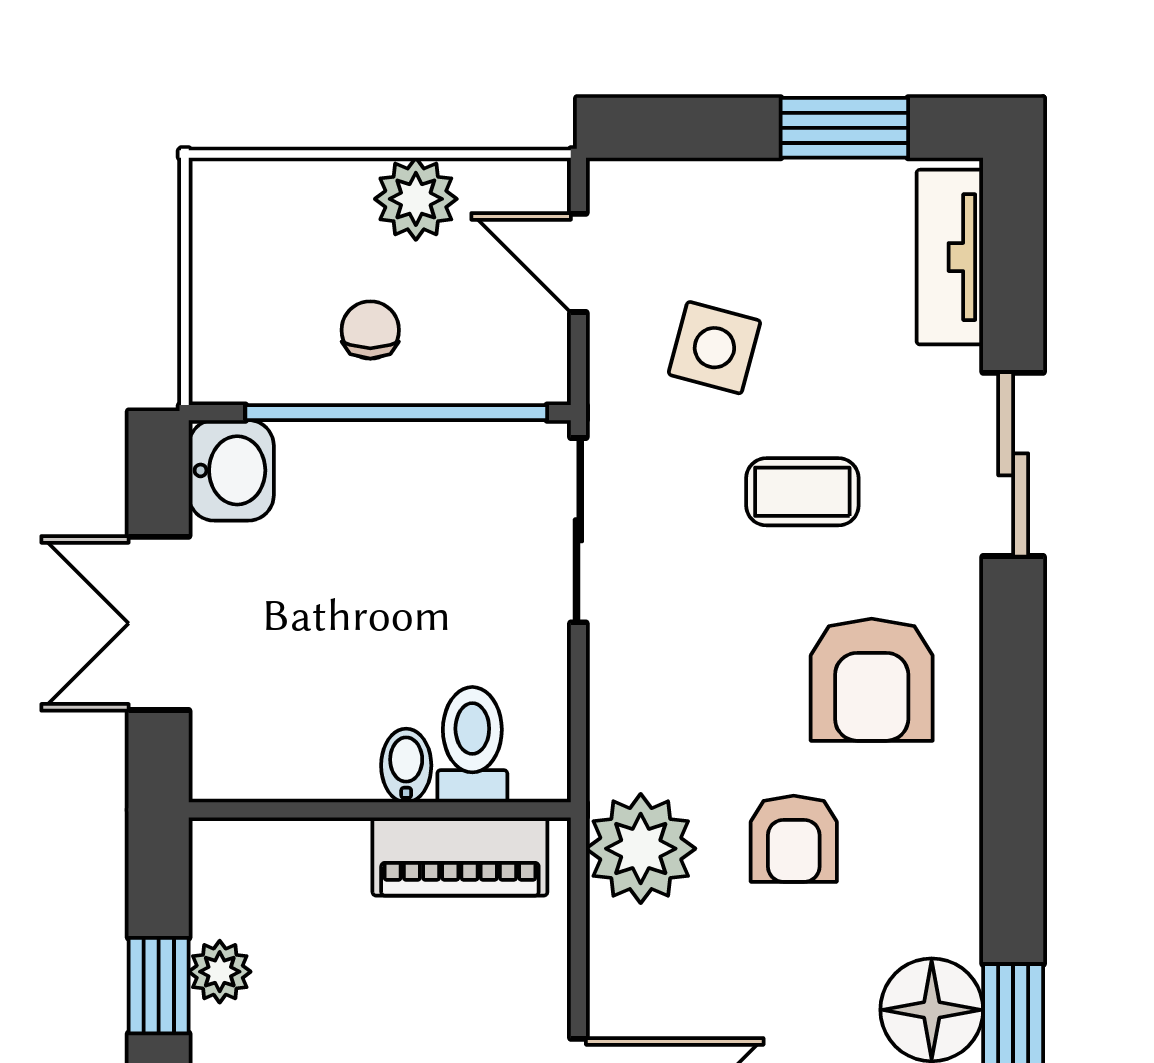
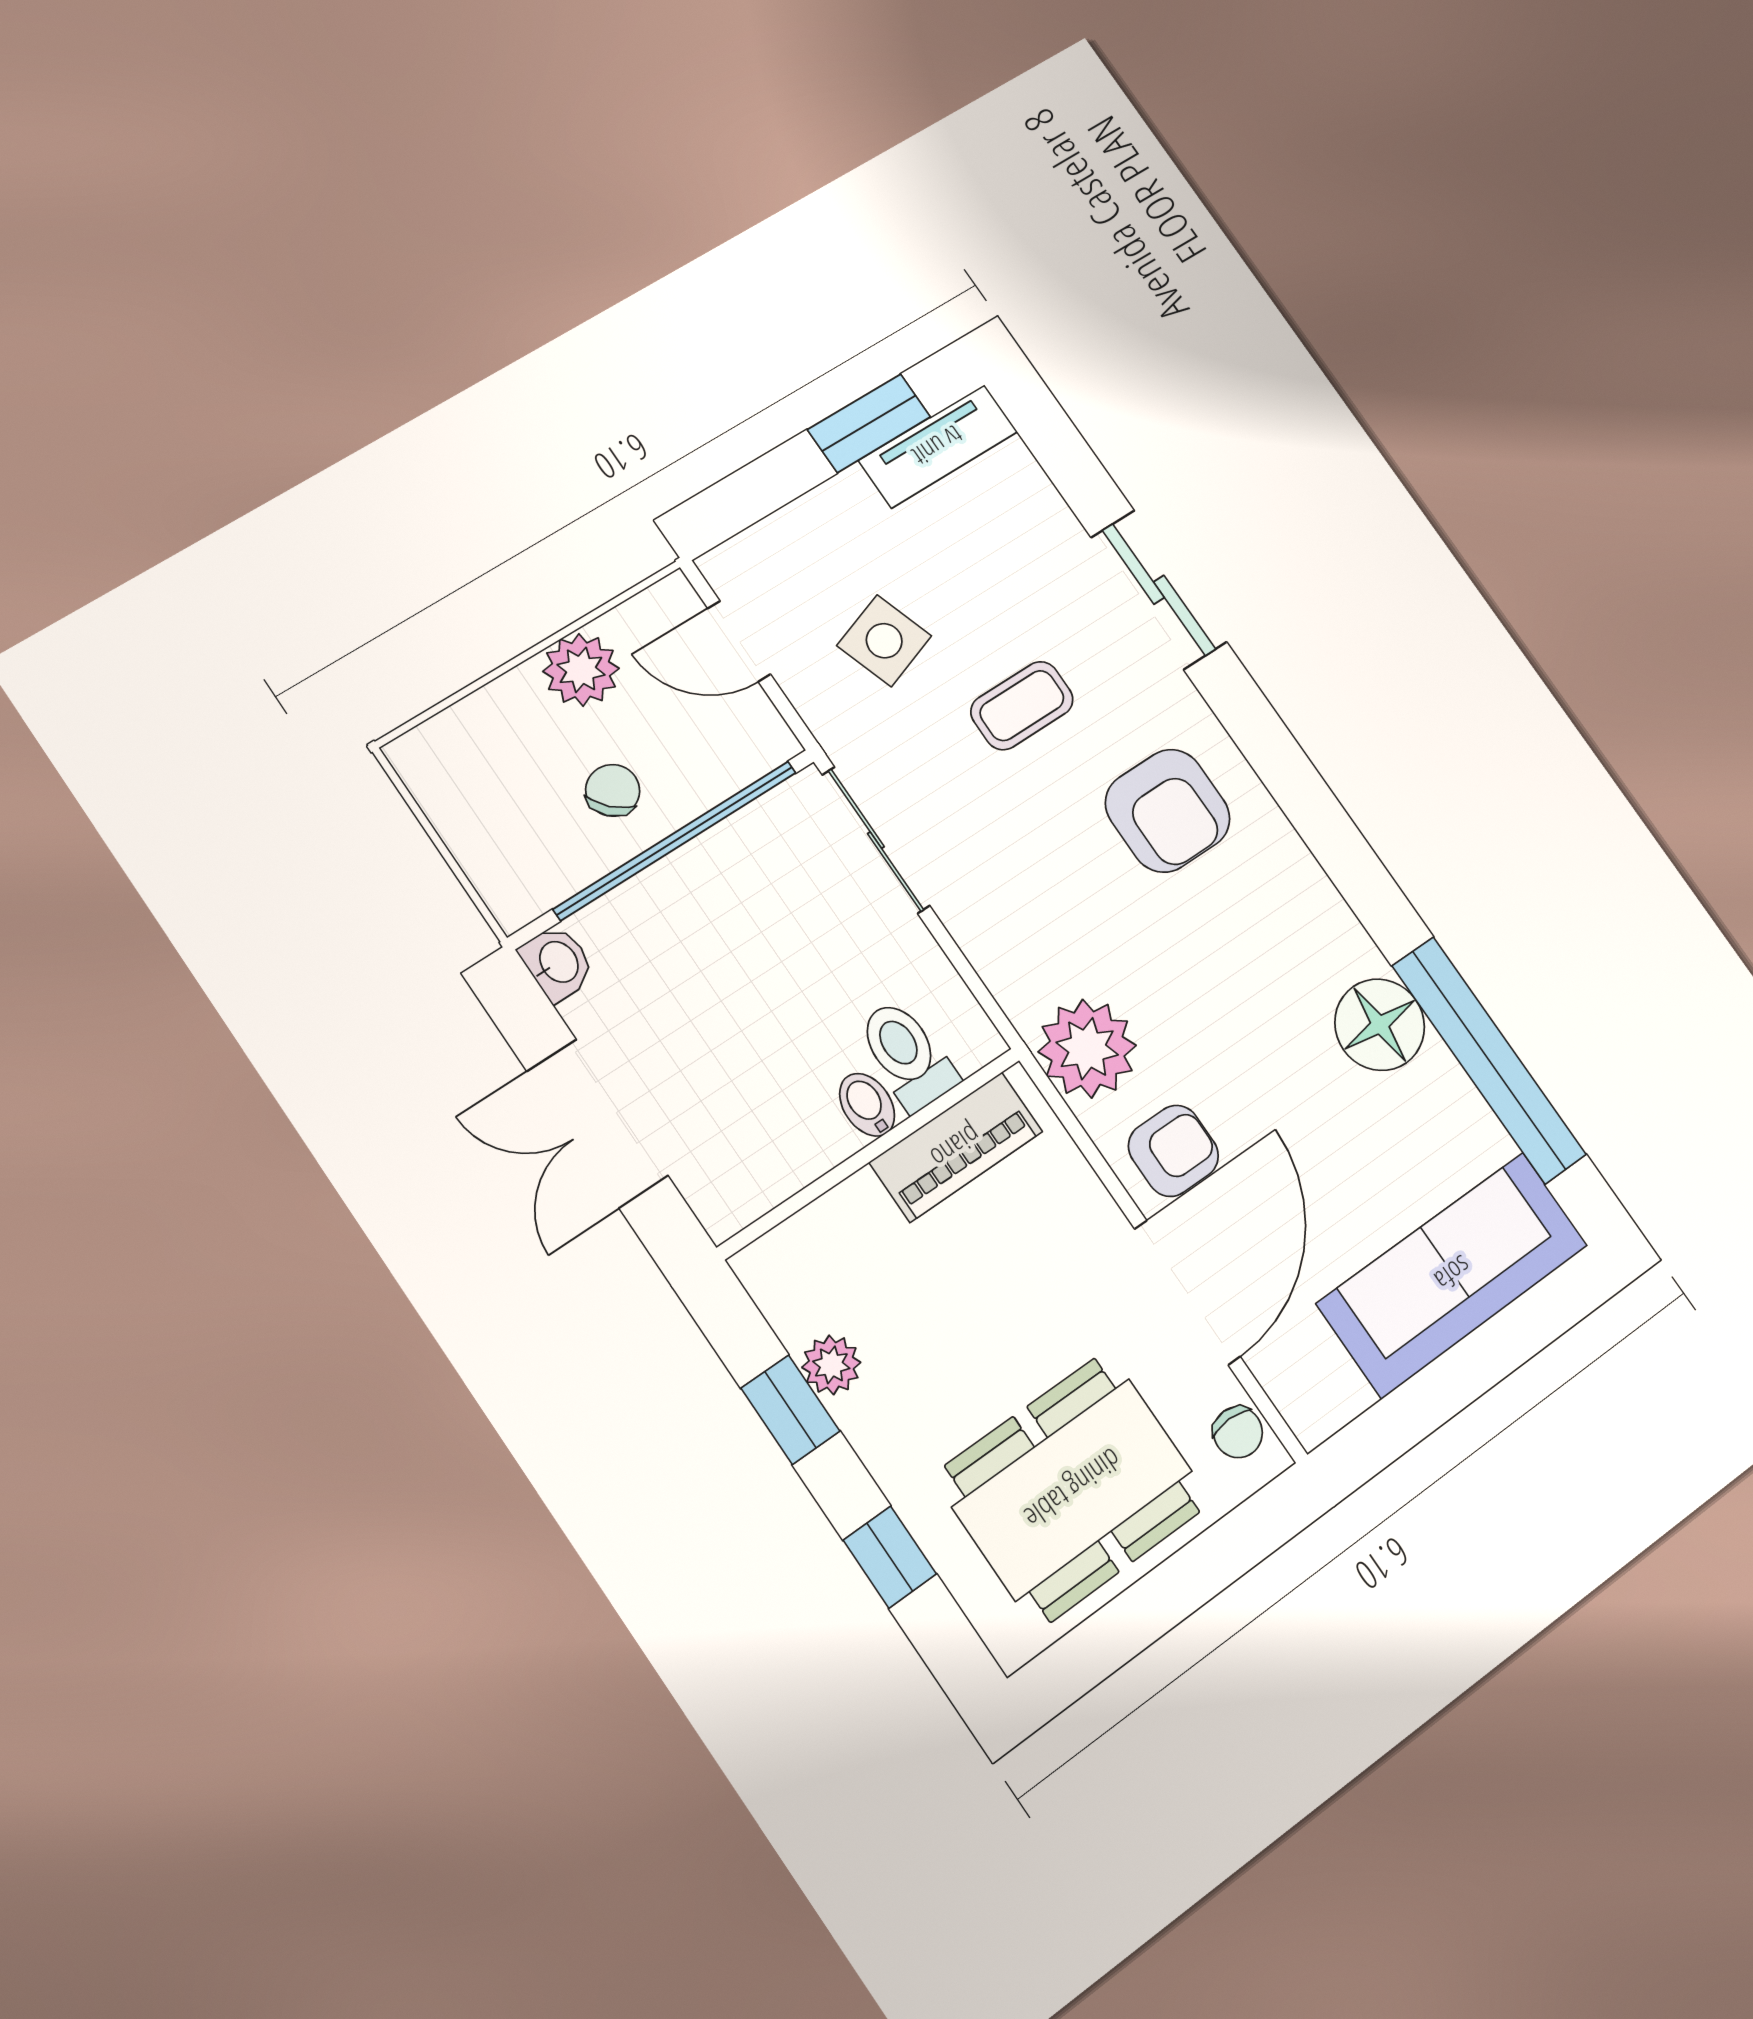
tv unit: (950, 257) -> (938, 446), moved, turned -90
chair: (370, 330) -> (613, 790), turned 45
side table: (714, 348) -> (884, 641), turned -34
washbasin: (231, 470) -> (558, 963), width x0.72, depth x0.69
armchair: (794, 839) -> (1173, 1151), moved, turned -90

